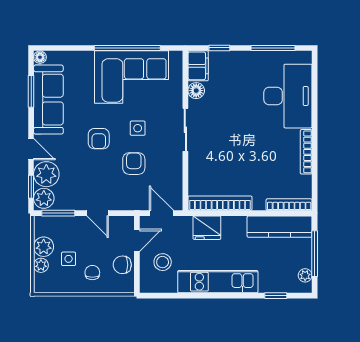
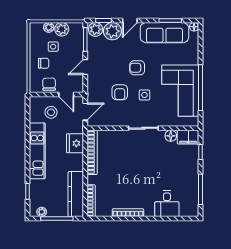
desk: (288, 96) -> (167, 204), width x0.53, depth x0.77
armchair: (134, 164) -> (120, 92), turned 90

